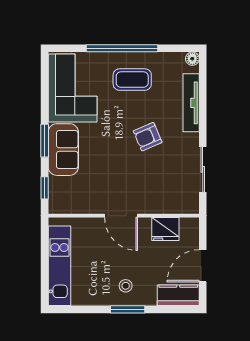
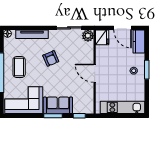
plant: (189, 203) -> (88, 36), added
door: (121, 216) -> (95, 73), swing flipped
fridge: (165, 229) -> (102, 37), moved

